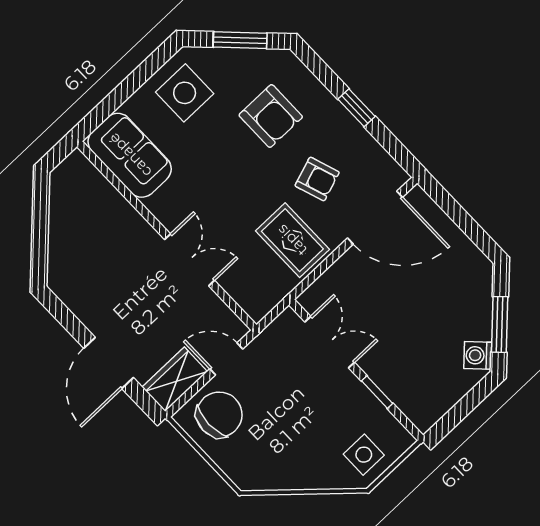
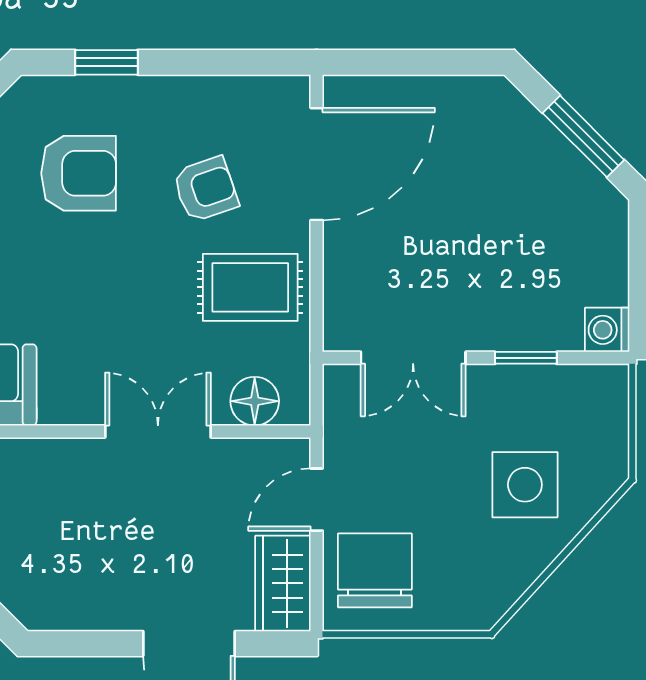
window: (357, 108) -> (106, 62), moved
floor lamp: (244, 290) -> (255, 401), added
double door: (330, 342) -> (413, 358), swing flipped
washing machine: (478, 355) -> (607, 330), moved, turned 45
side table: (364, 455) -> (525, 485), moved, width x1.37, depth x1.37

